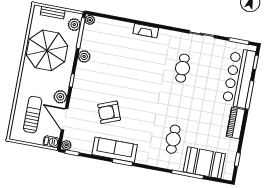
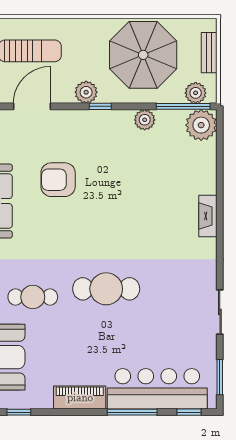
plant: (90, 20) -> (201, 125), width x1.88, depth x1.88
cafe table: (182, 68) -> (106, 289), moved, width x1.37, depth x1.35
plant: (60, 97) -> (86, 92), moved
armchair: (109, 112) -> (58, 180), turned -69

